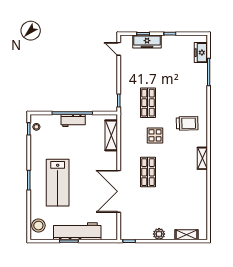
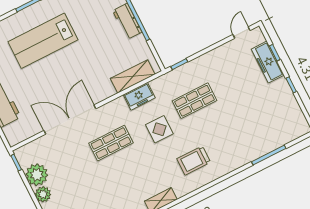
freezer: (201, 53) -> (139, 96), moved, turned 180
trolley: (187, 123) -> (194, 160), turned 91
plant: (144, 232) -> (37, 175), added

